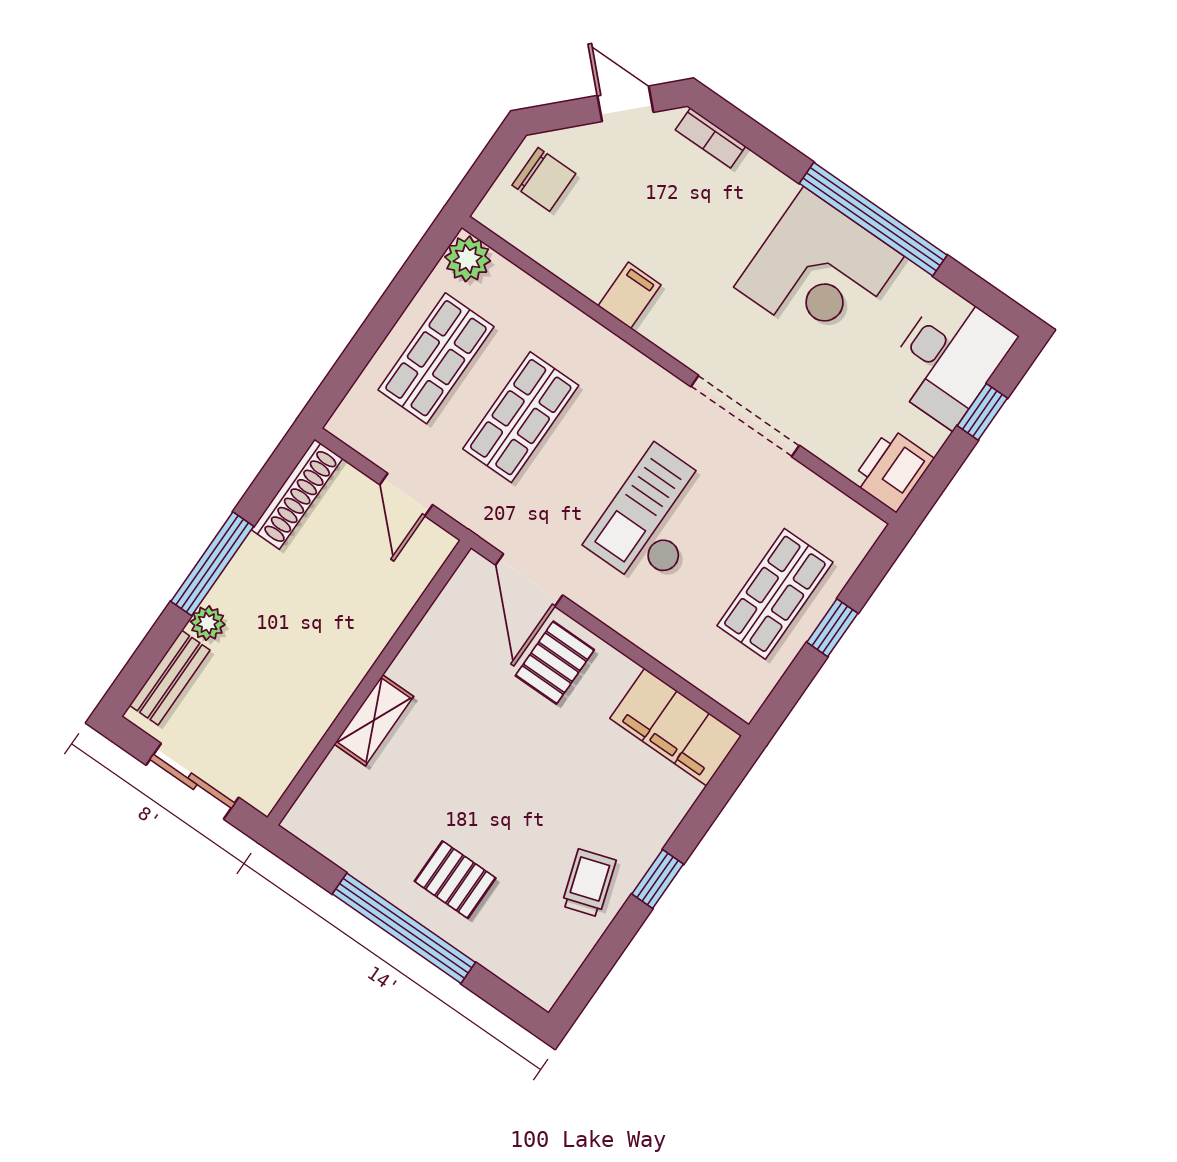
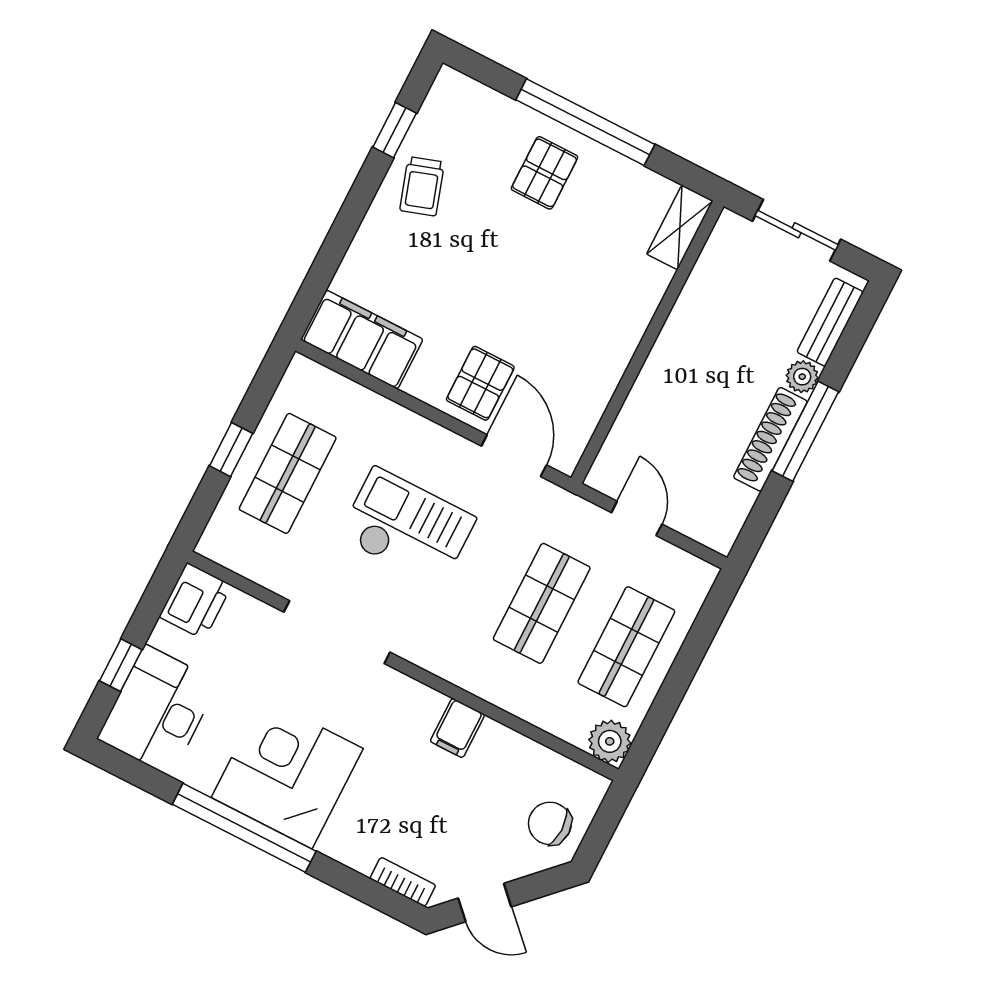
shoe rack: (297, 494) -> (770, 439), moved
checkout: (654, 518) -> (407, 527), turned -90
shelving: (374, 720) -> (680, 227), moved
window: (658, 879) -> (395, 130), moved
pallet: (455, 880) -> (545, 173), turned 90

